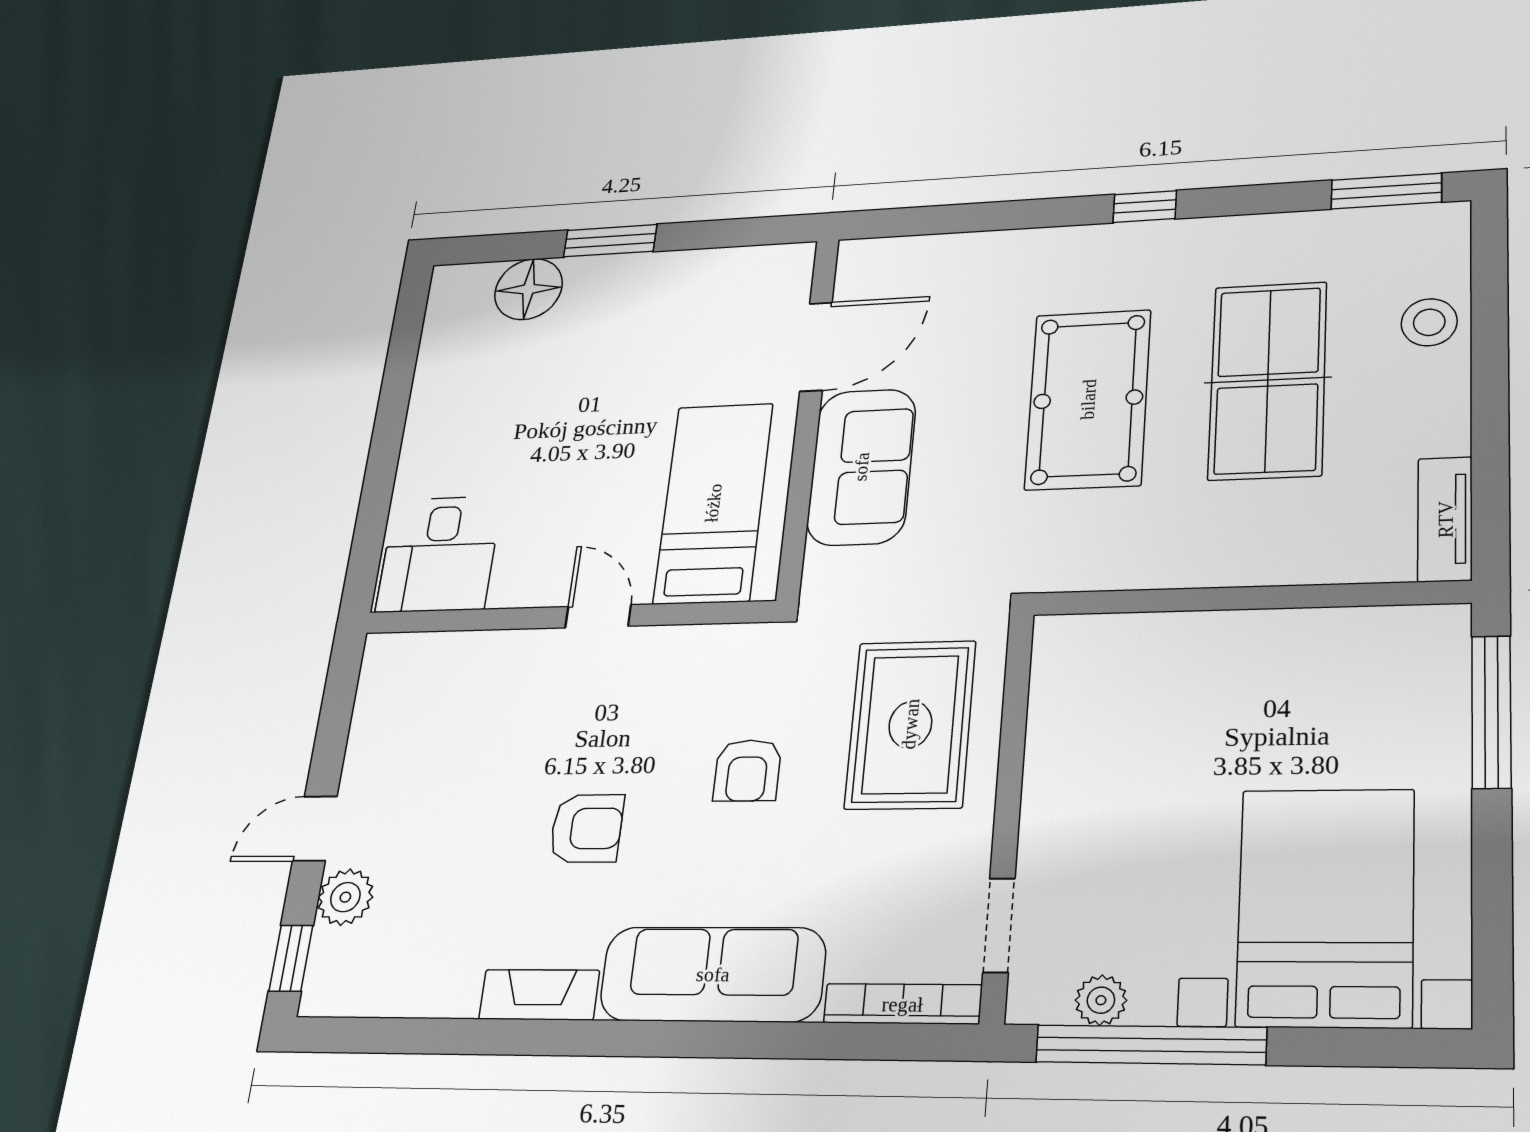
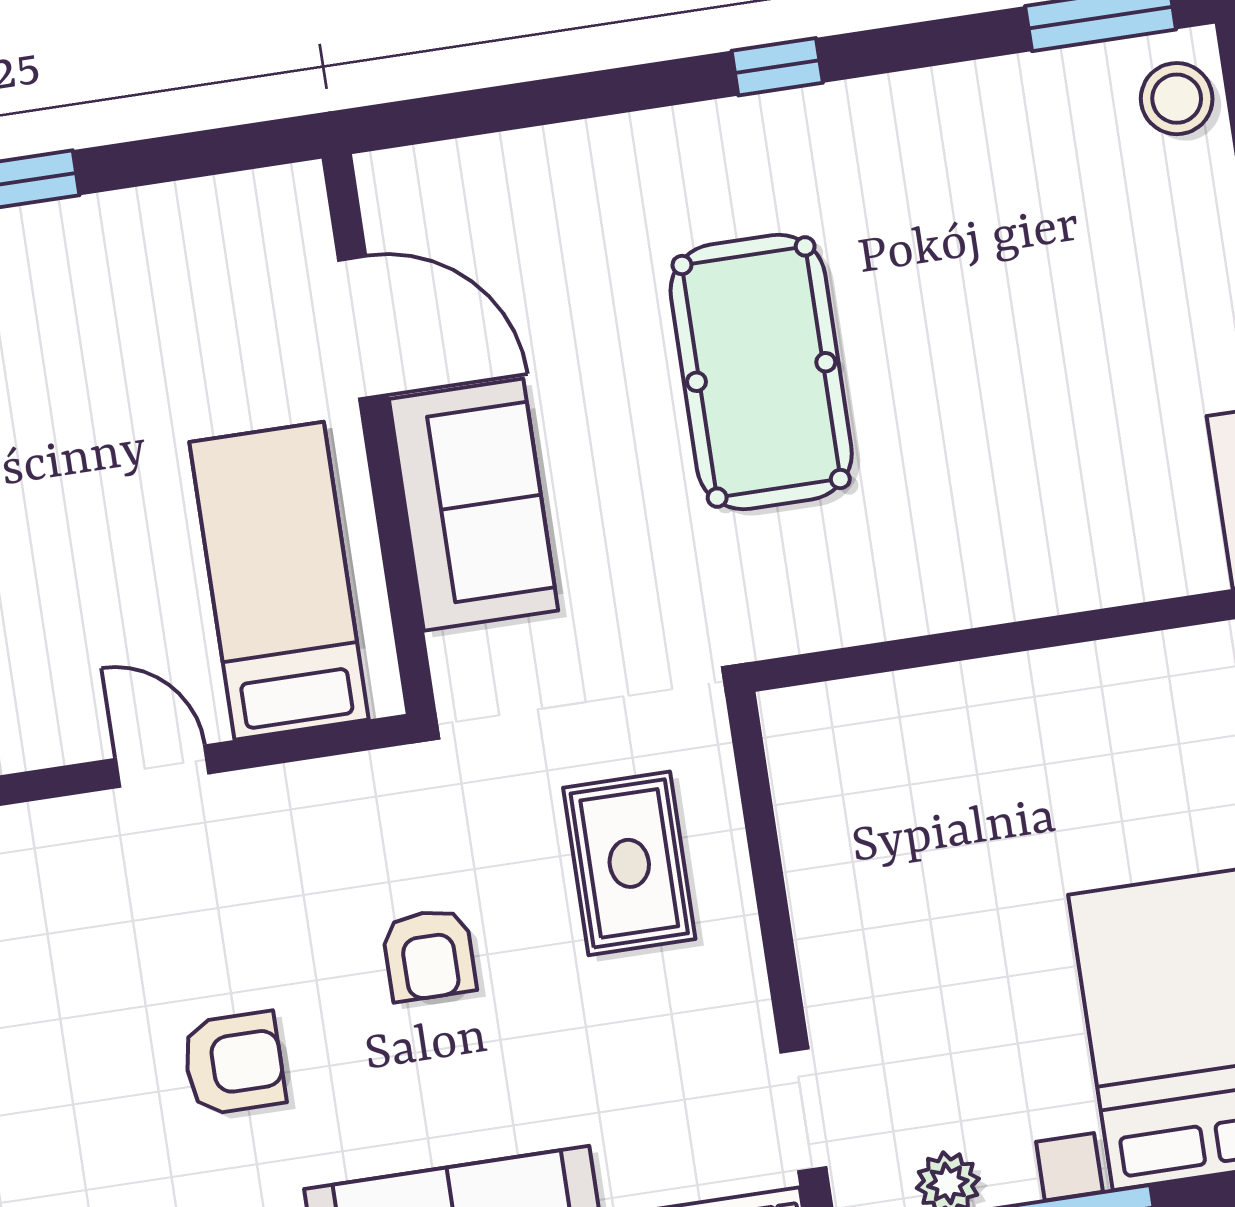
stool: (1429, 322) -> (1177, 99), moved
door: (816, 347) -> (363, 327), hinge flipped
table tennis table: (1268, 380) -> (994, 320), removed
rug: (910, 724) -> (629, 863), width x0.73, depth x0.70

